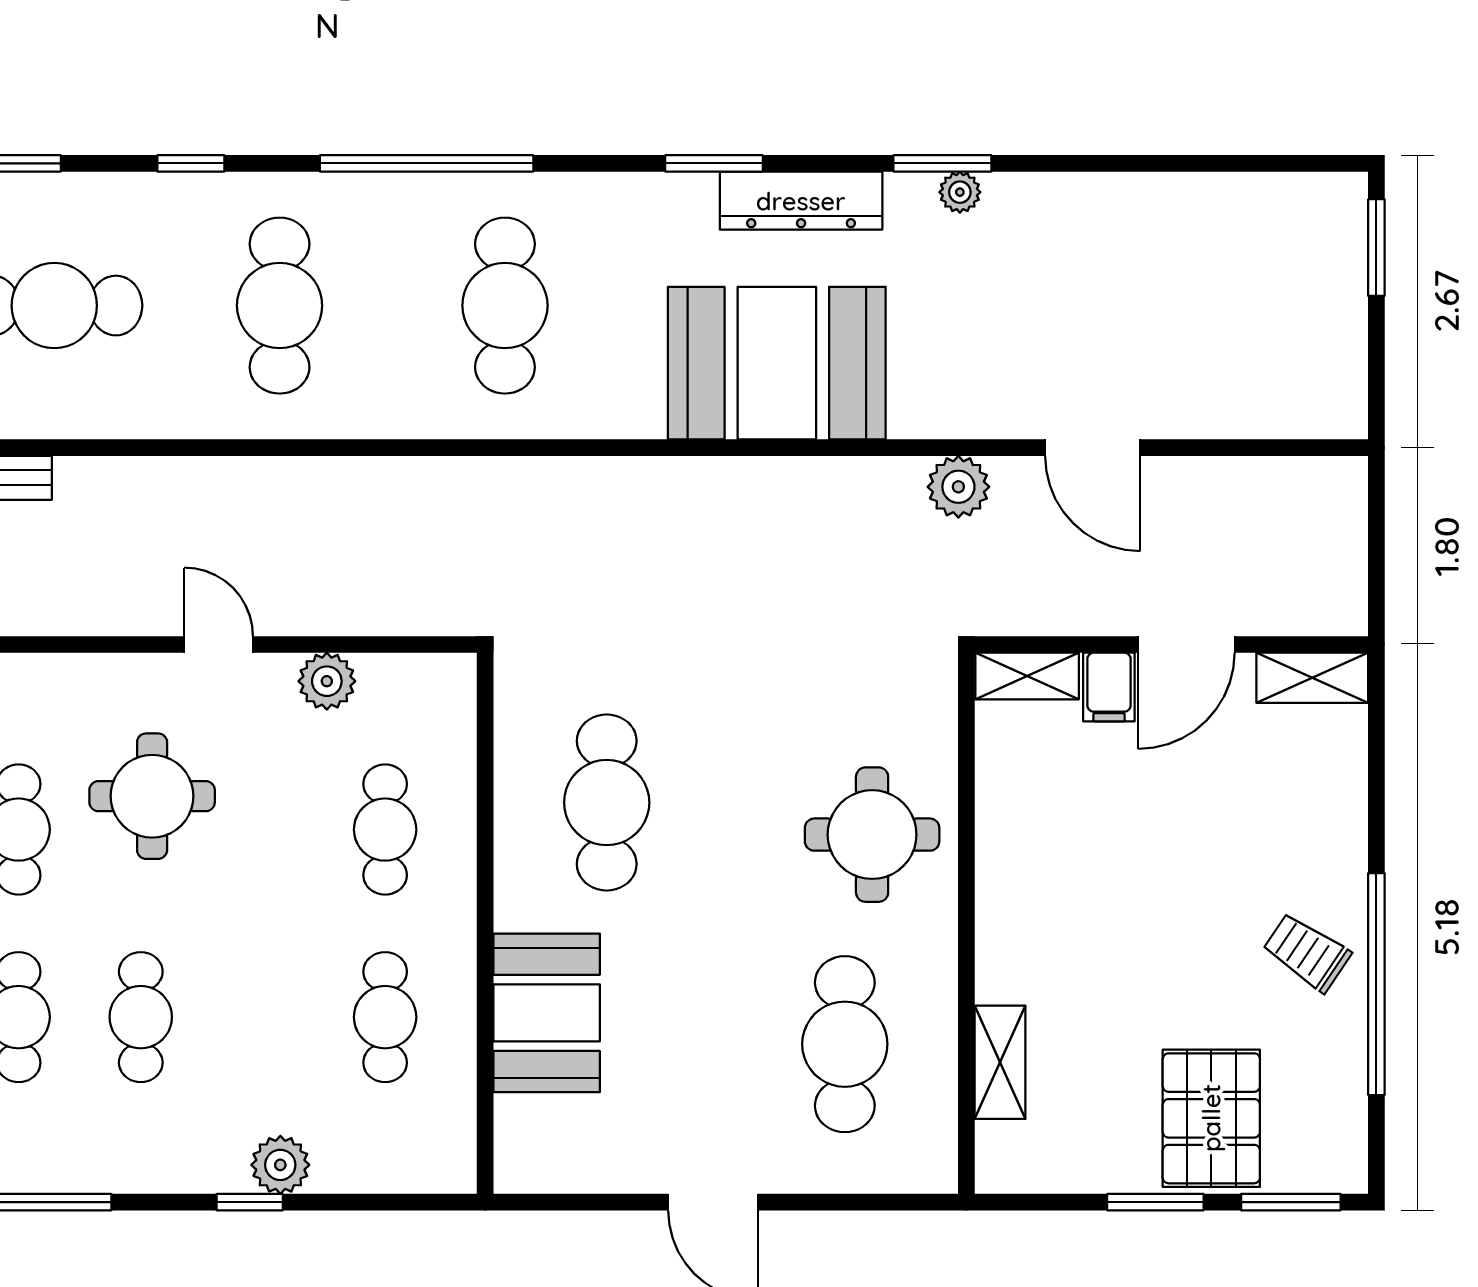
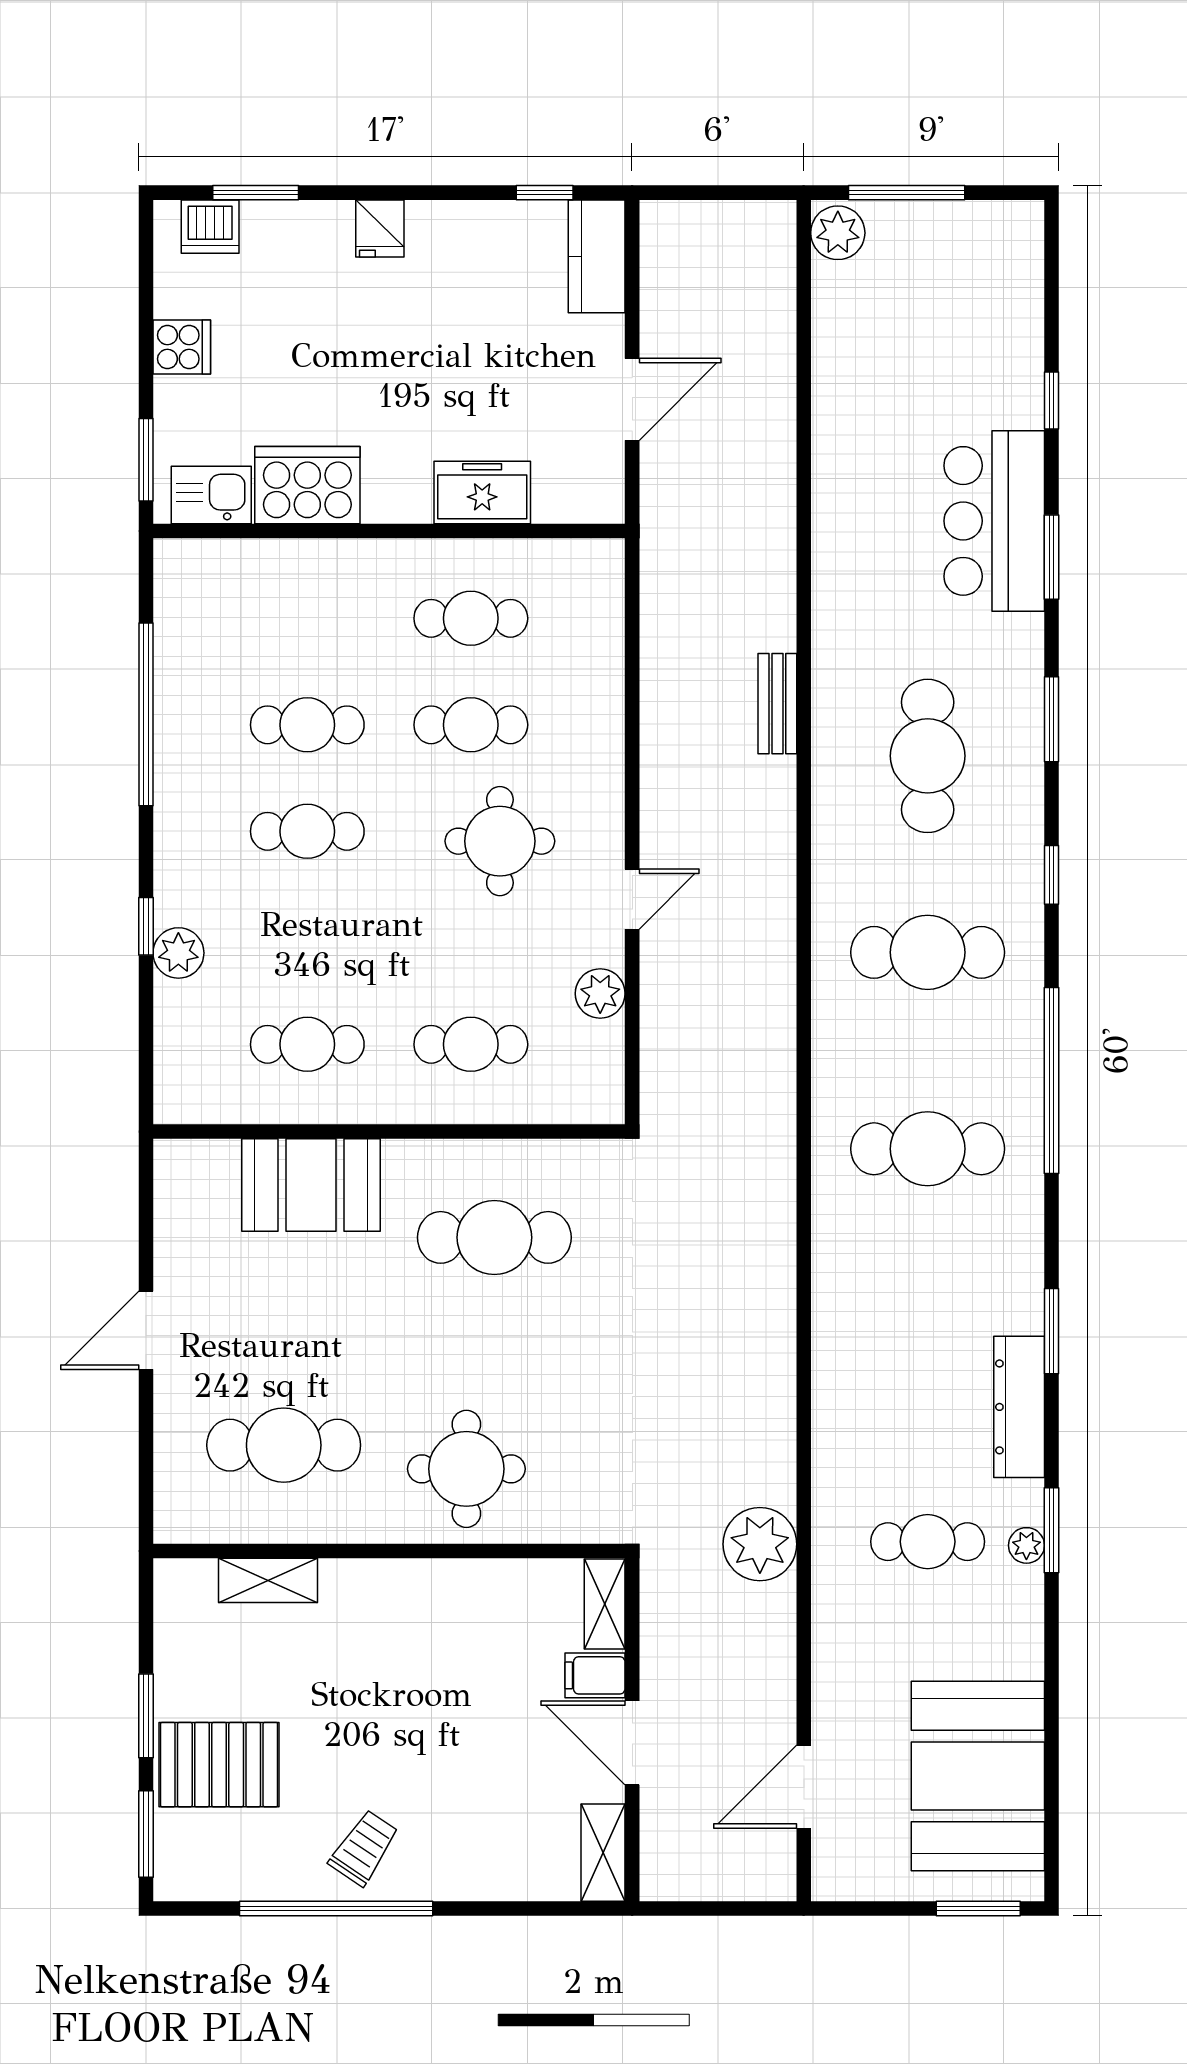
cafe table: (956, 306) -> (928, 1542), added
booth: (777, 363) -> (978, 1776), moved
door: (1093, 448) -> (804, 1787), moved
plant: (958, 487) -> (760, 1544), width x1.36, depth x1.36

